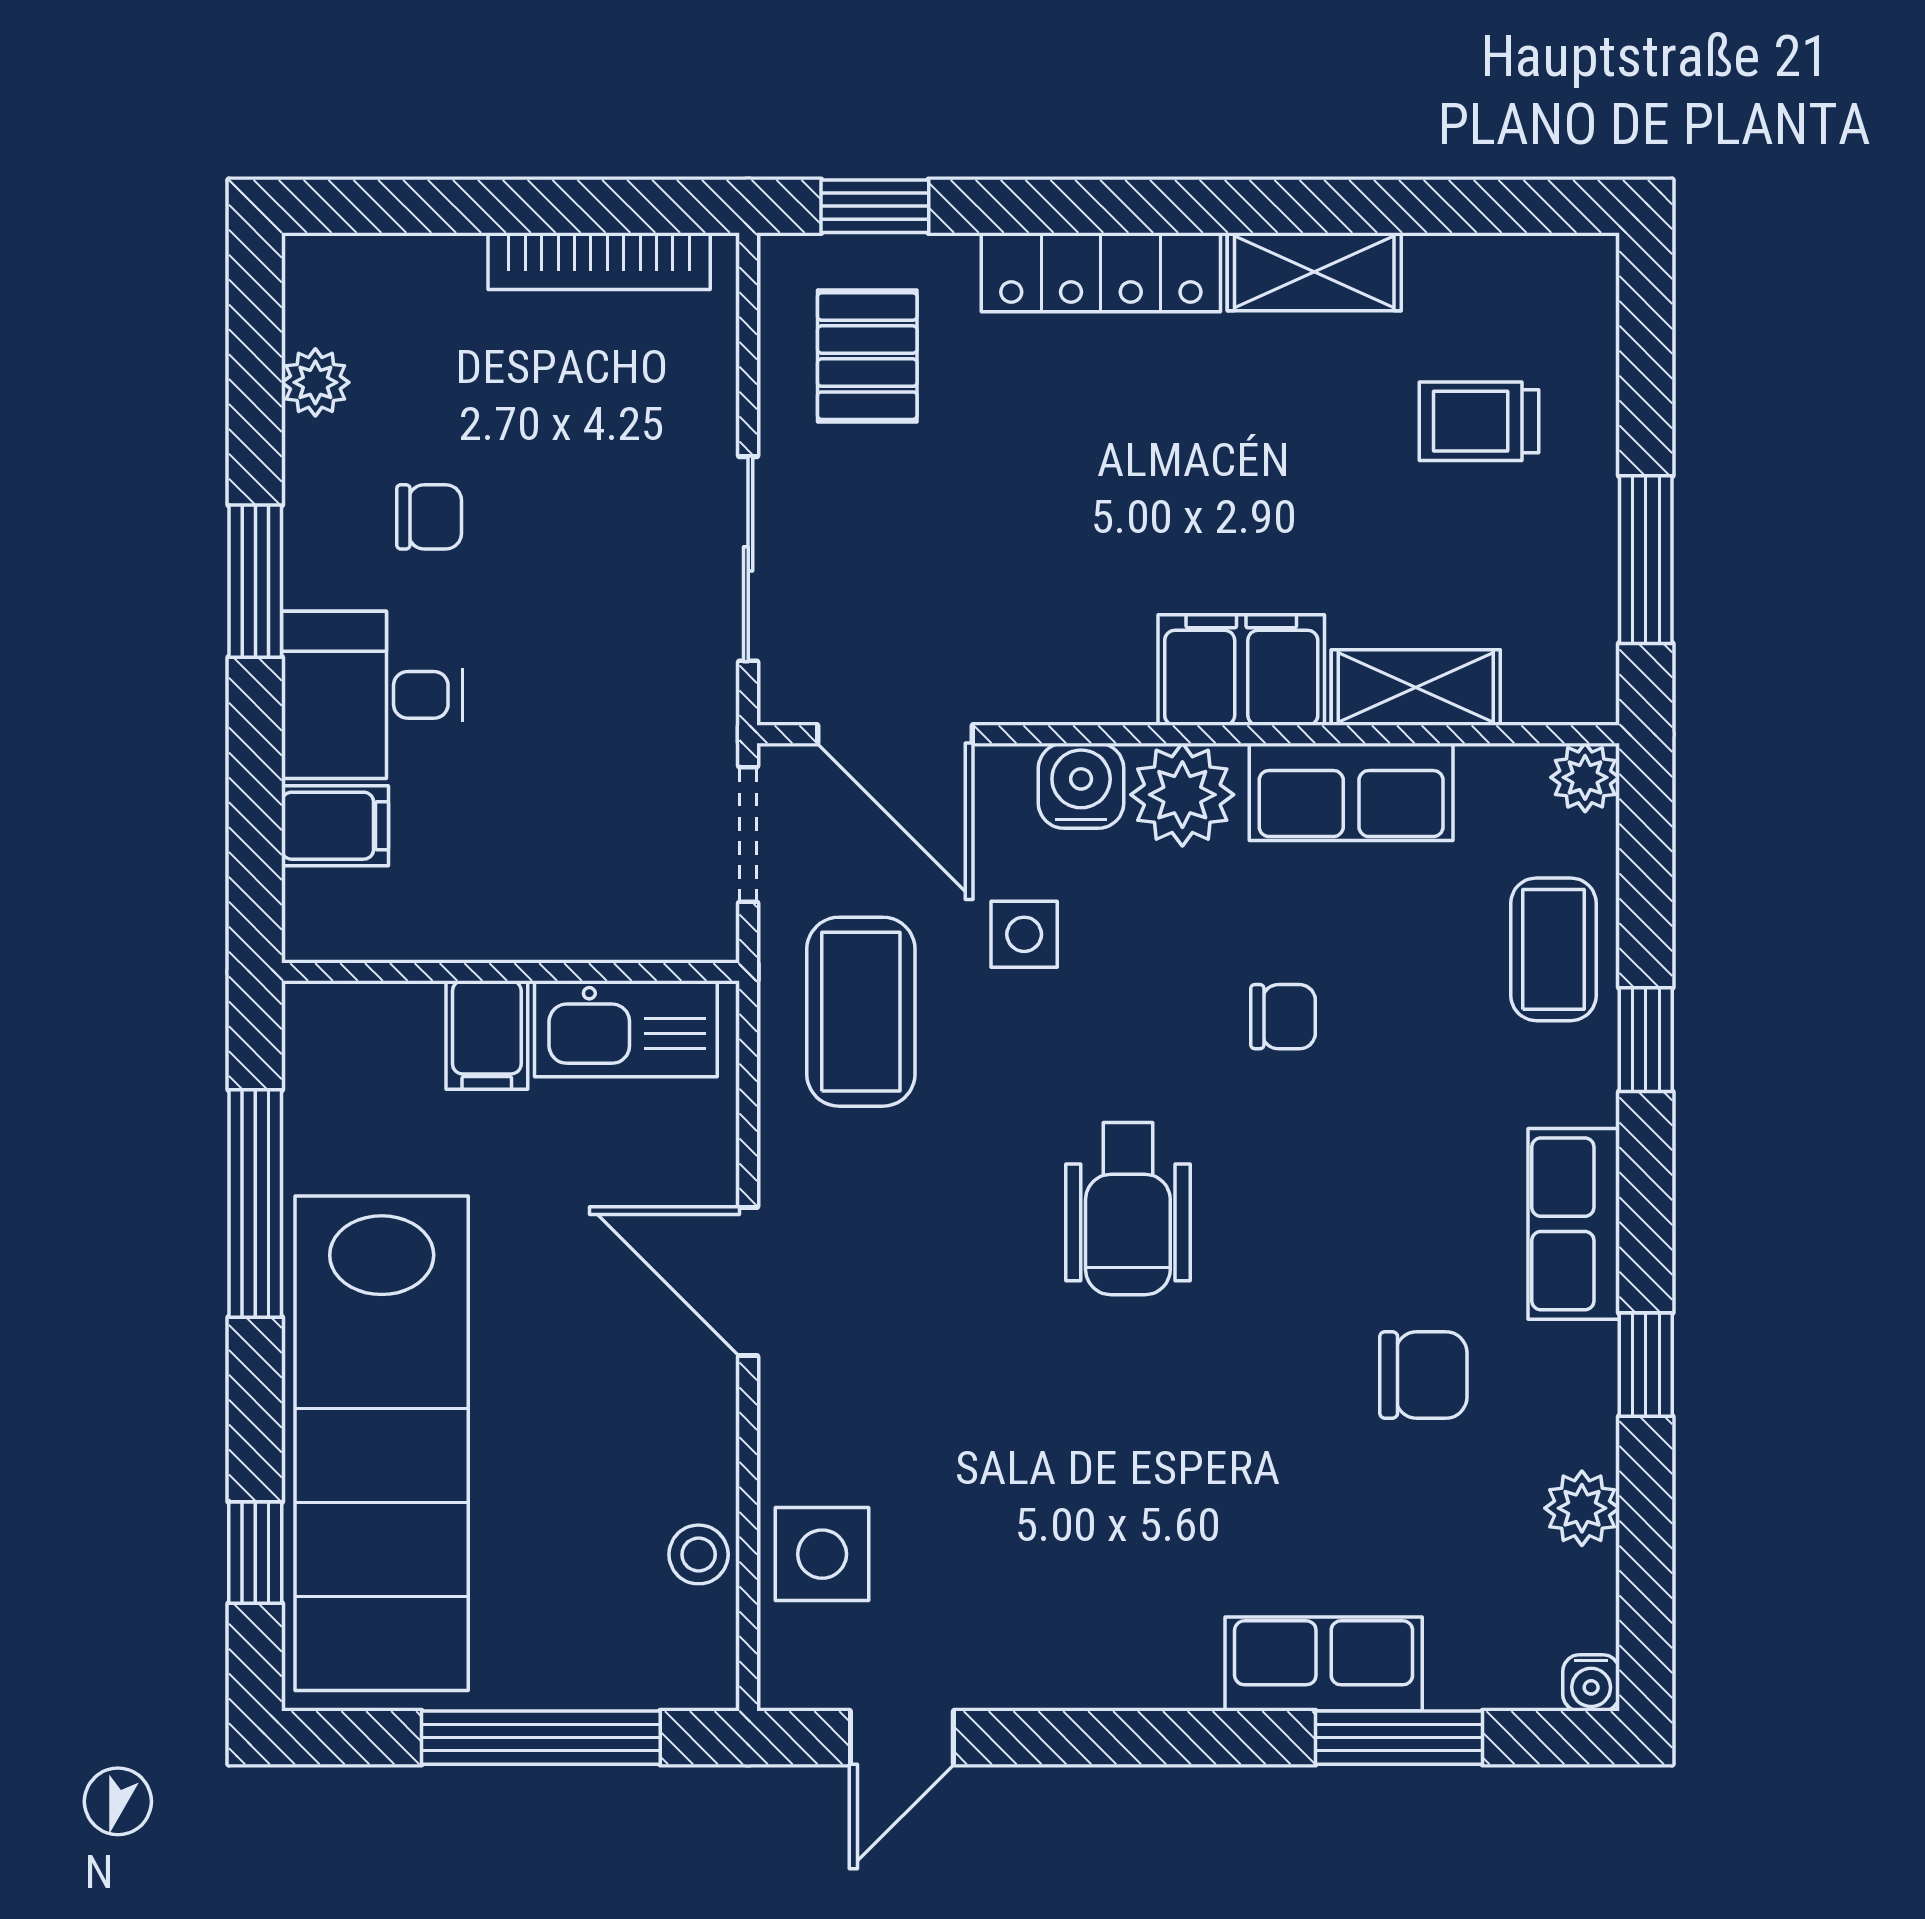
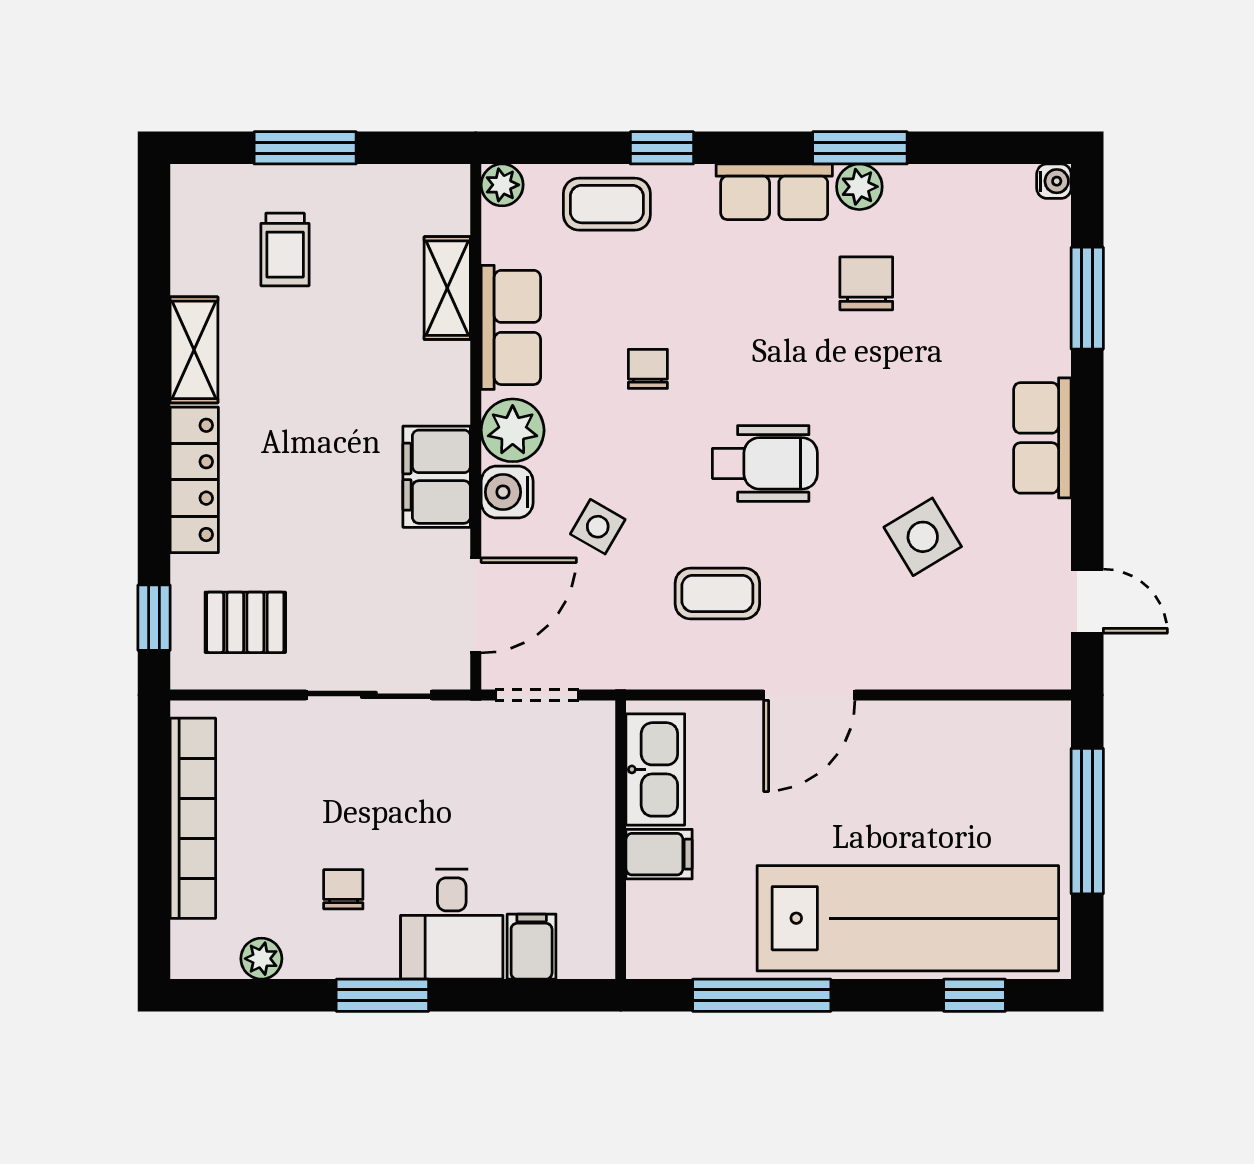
bookcase: (599, 261) -> (193, 818), width x1.48, depth x1.31
window: (1646, 560) -> (305, 148), moved
filing cabinet: (1241, 670) -> (437, 477), moved
side table: (1024, 934) -> (598, 527), turned 30
coffee table: (861, 1012) -> (717, 593), moved, width x0.73, depth x0.77
window: (1646, 1365) -> (860, 148), width x1.50
plant: (1582, 1508) -> (859, 187), moved
stool: (699, 1554) -> (976, 725), removed
side table: (822, 1554) -> (923, 537), moved, turned -31
row of seats: (1324, 1664) -> (1042, 438), moved

